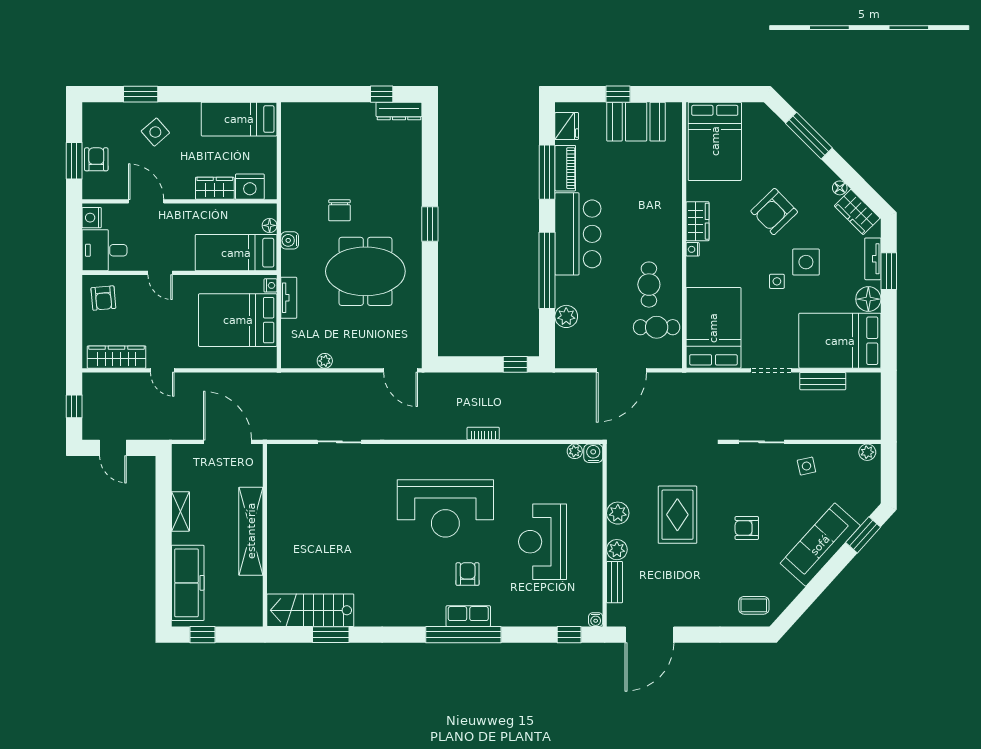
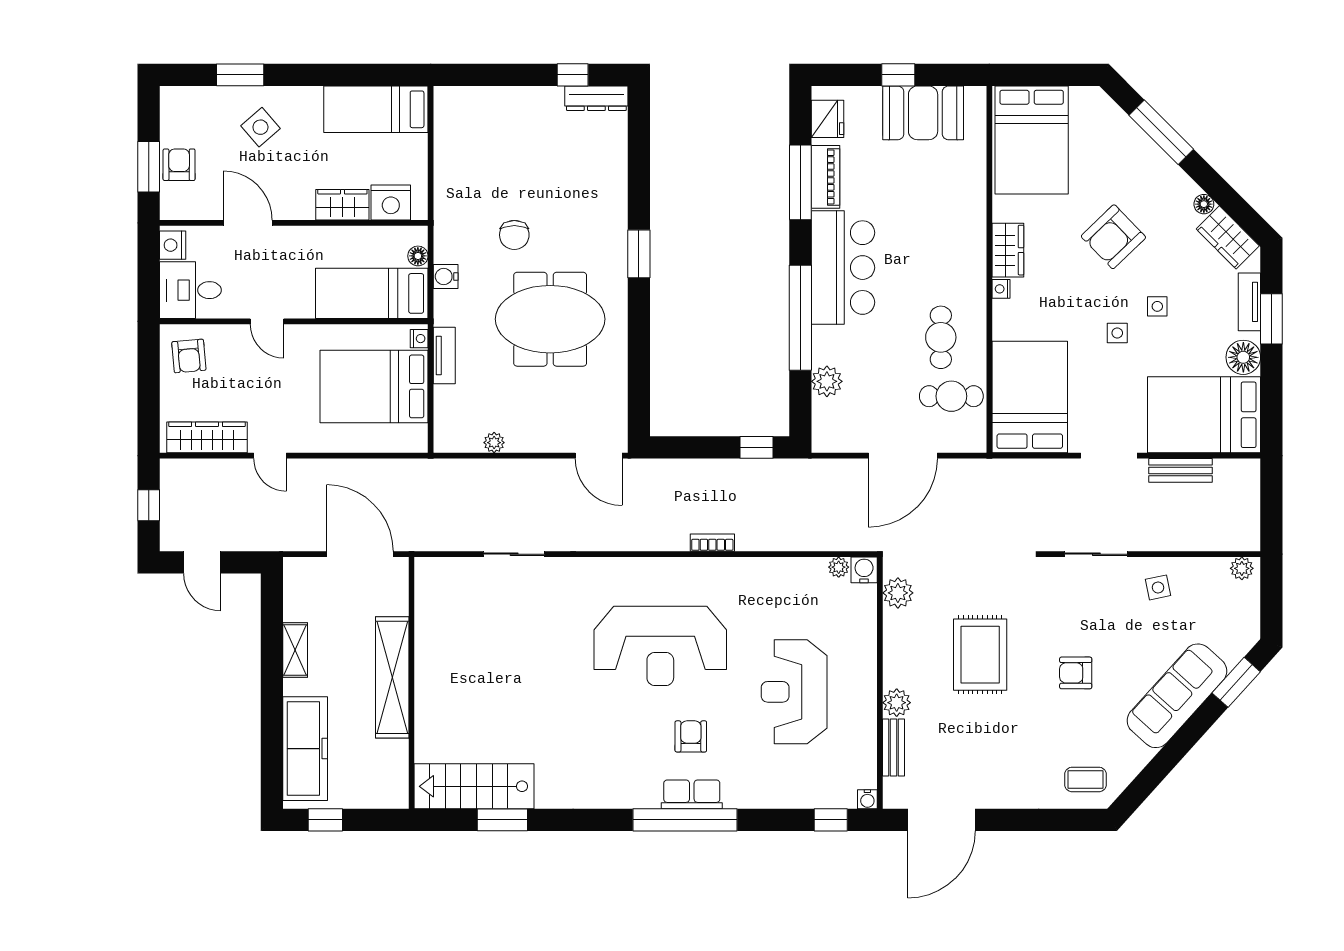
side table: (806, 262) -> (1157, 306), width x0.54, depth x0.54
plant: (618, 513) -> (898, 593), moved

